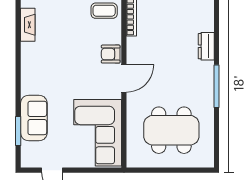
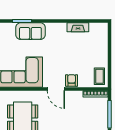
fireplace: (28, 25) -> (78, 27), moved

